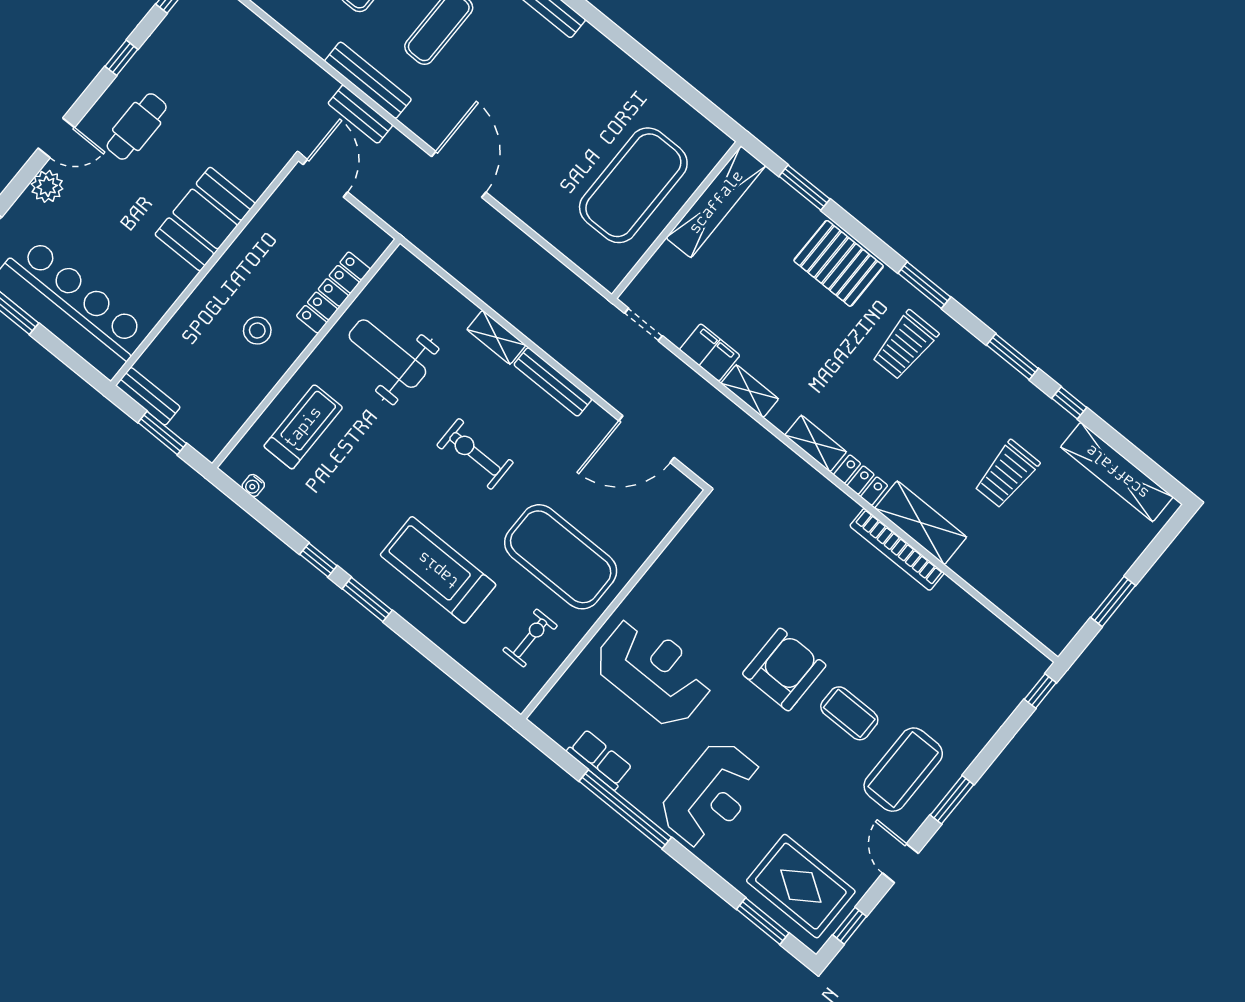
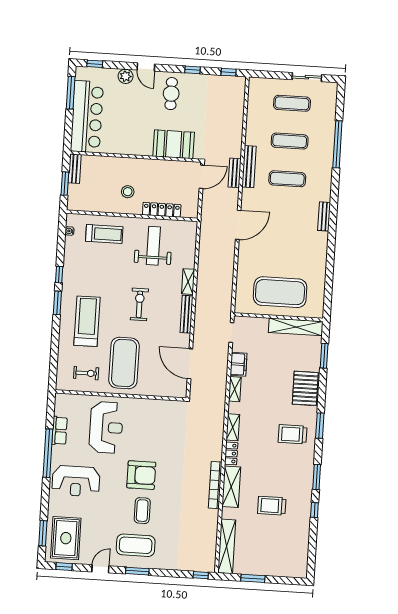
cafe table: (137, 126) -> (171, 94), turned 90
booth: (205, 219) -> (174, 144), moved
shelving: (1117, 472) -> (227, 546), moved

